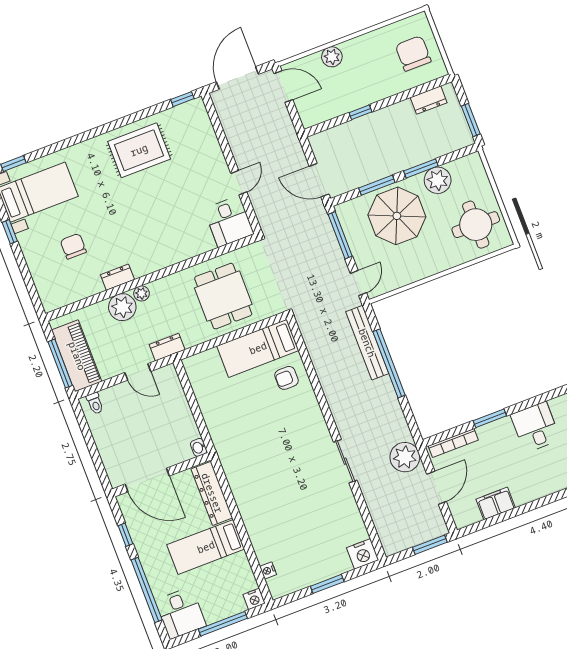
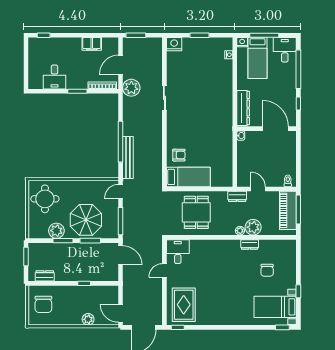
rug: (139, 150) -> (184, 305), moved, turned 90
bed: (206, 547) -> (257, 58), moved, turned 90

